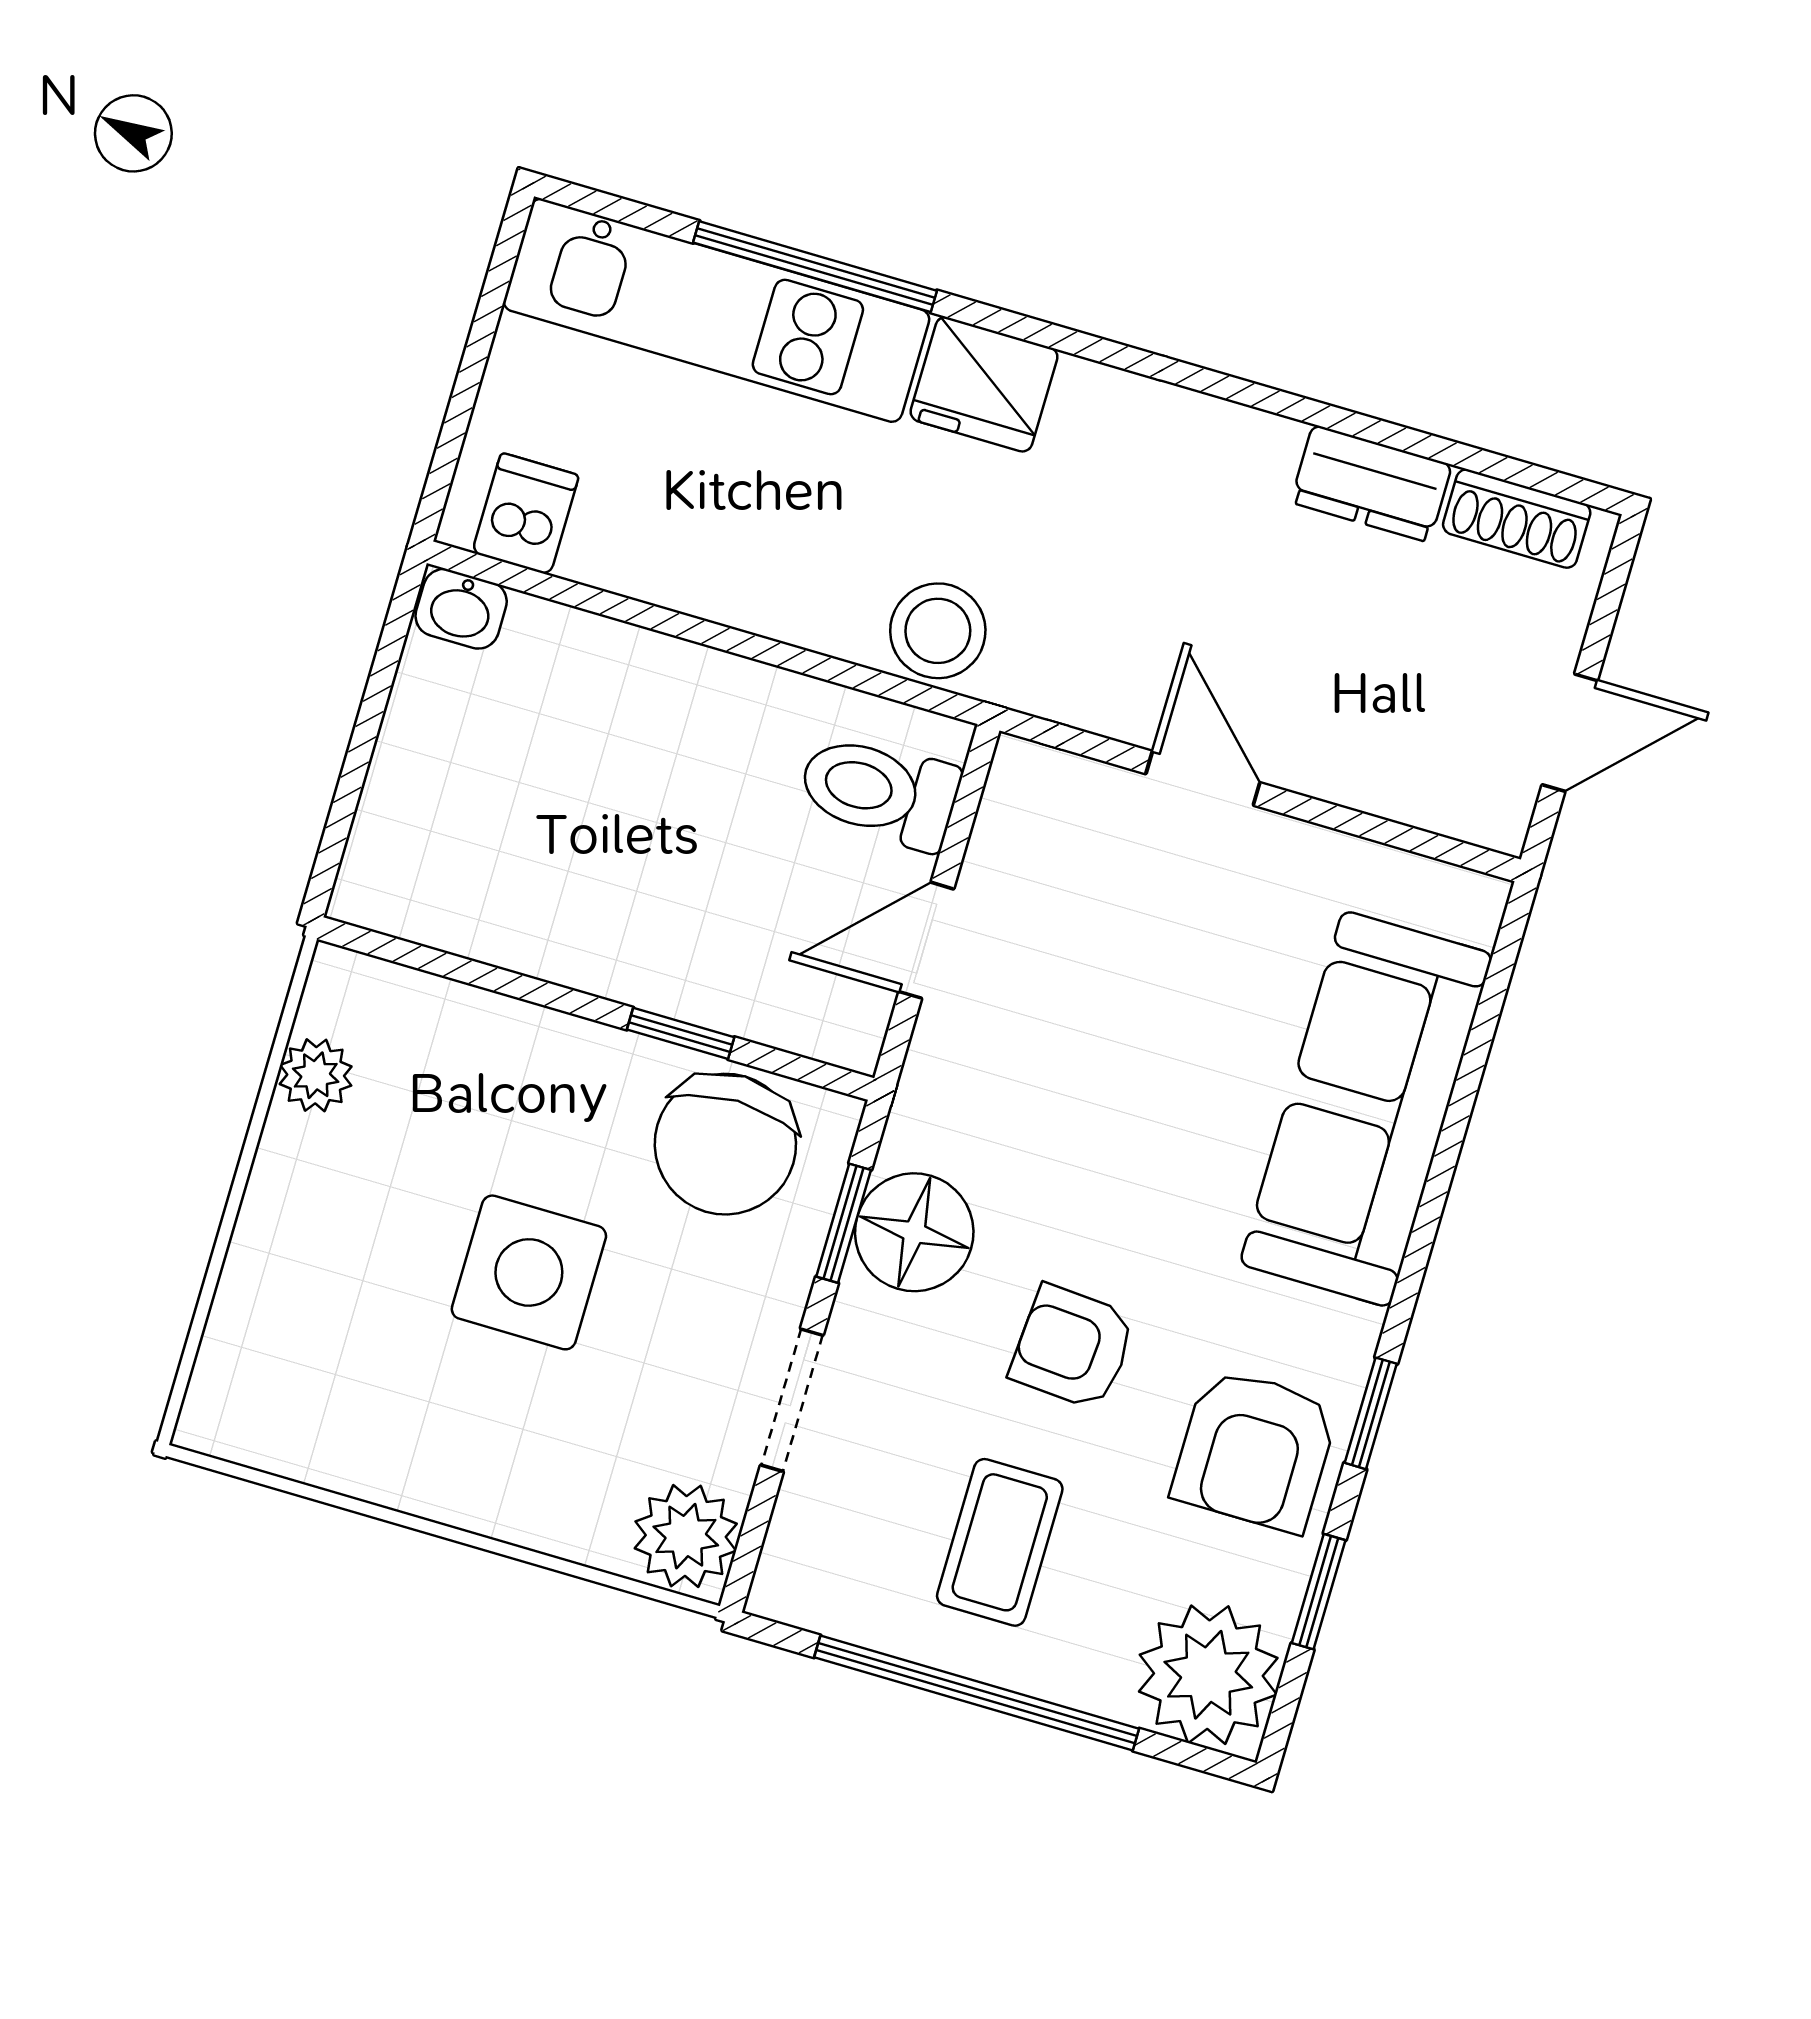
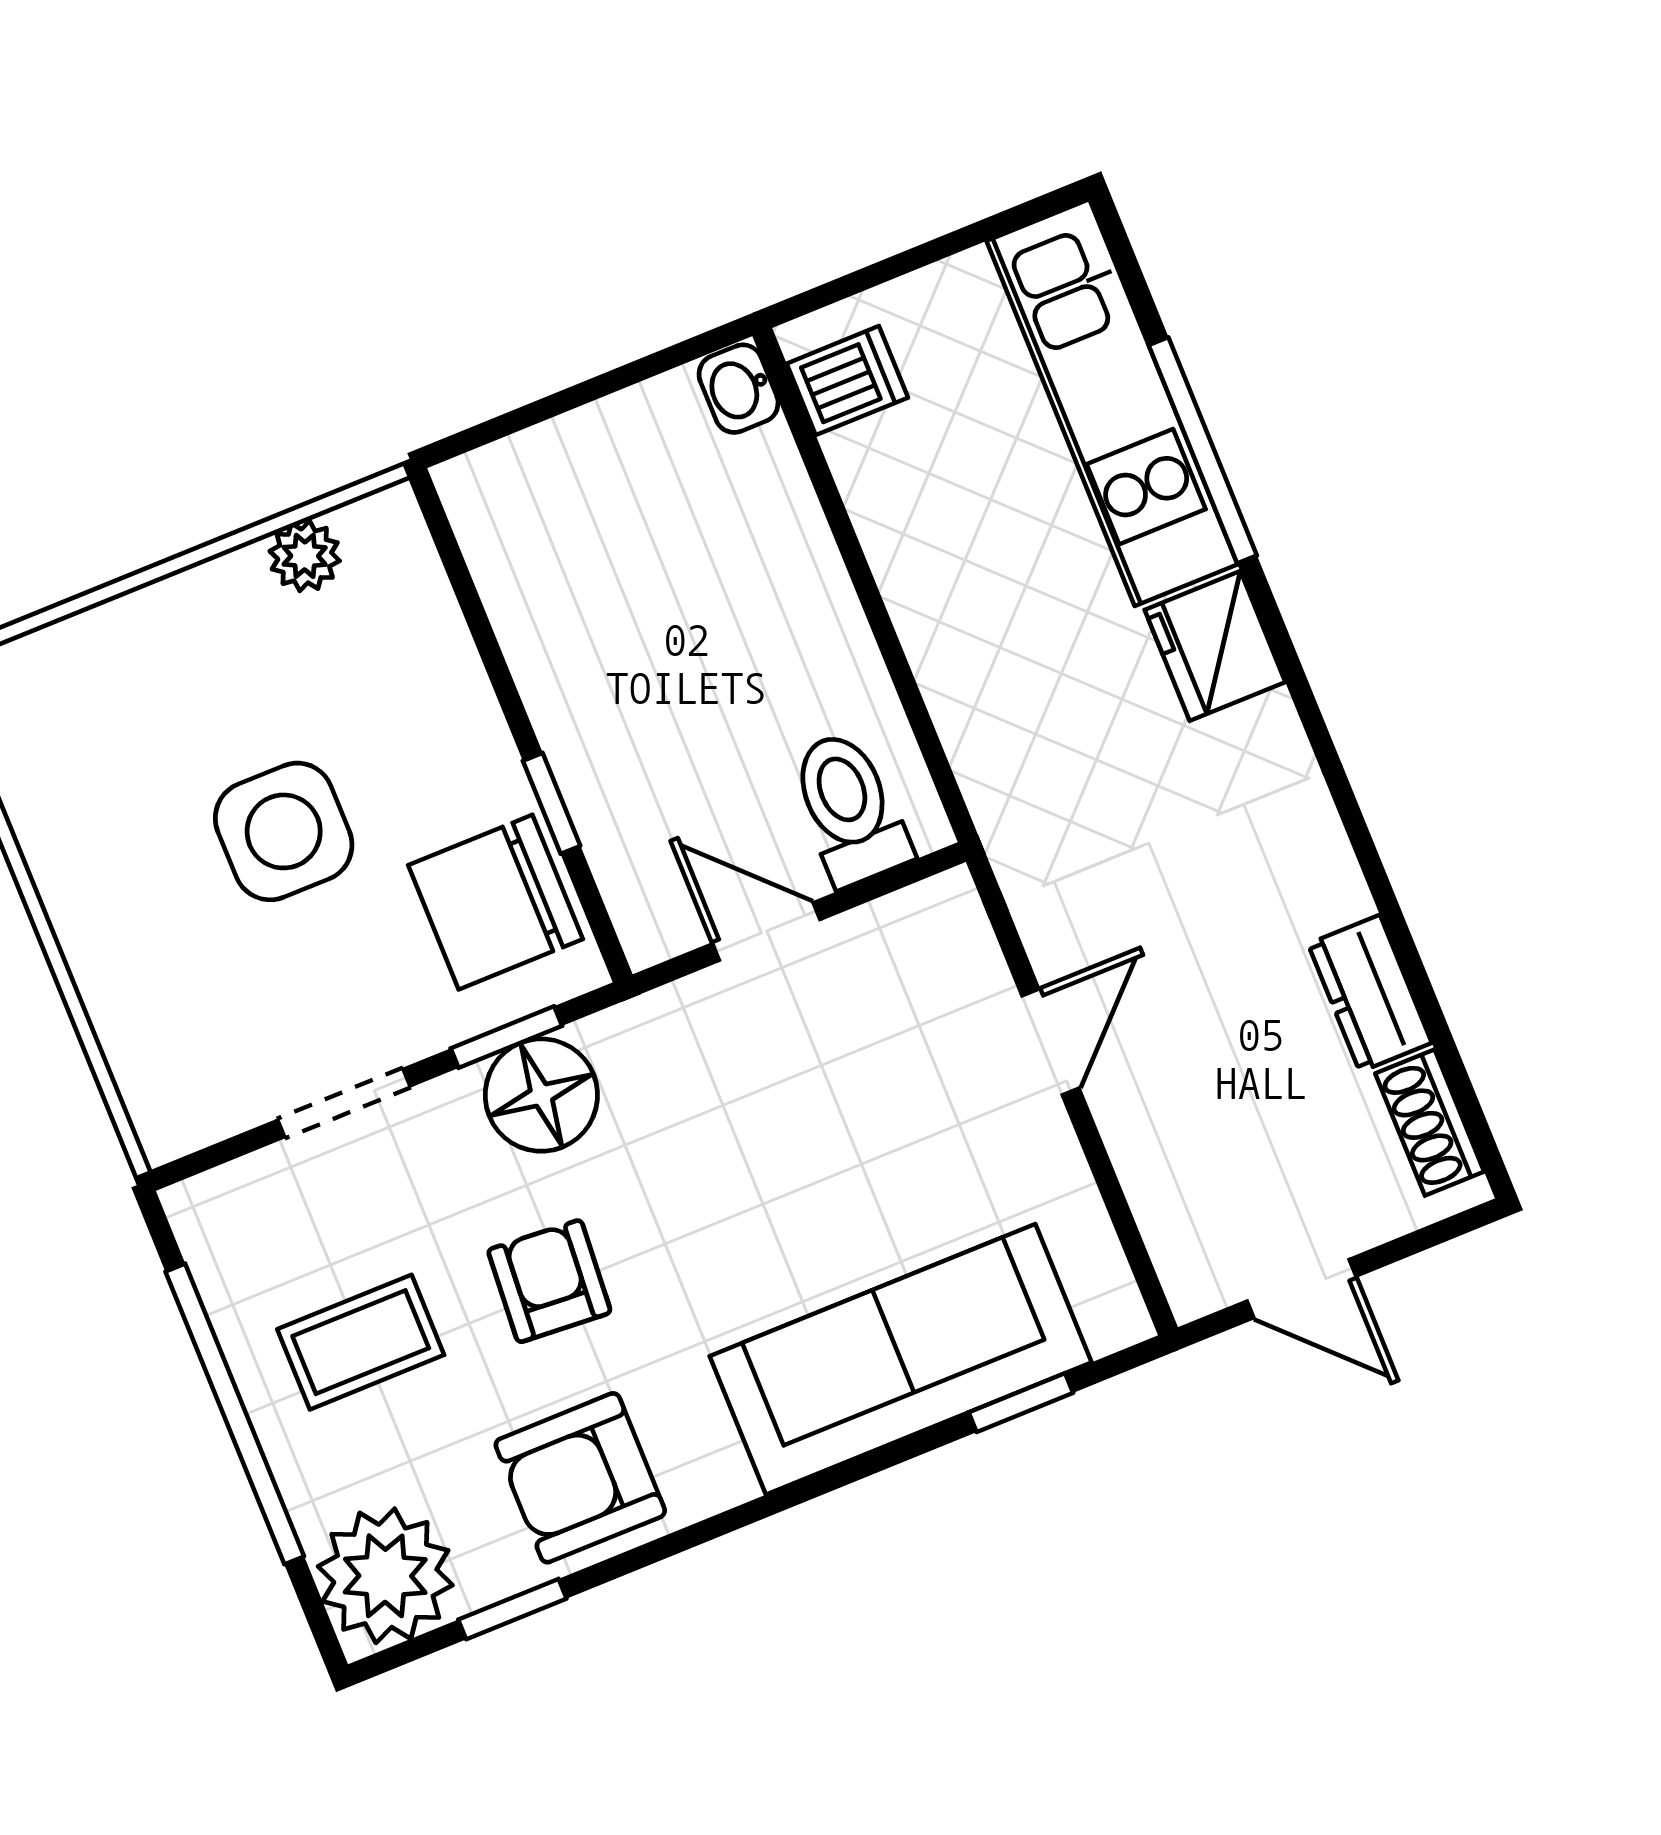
stool: (938, 631) -> (1004, 757), removed
window: (1371, 1413) -> (1021, 1403), moved
plant: (686, 1536) -> (180, 1104), removed

